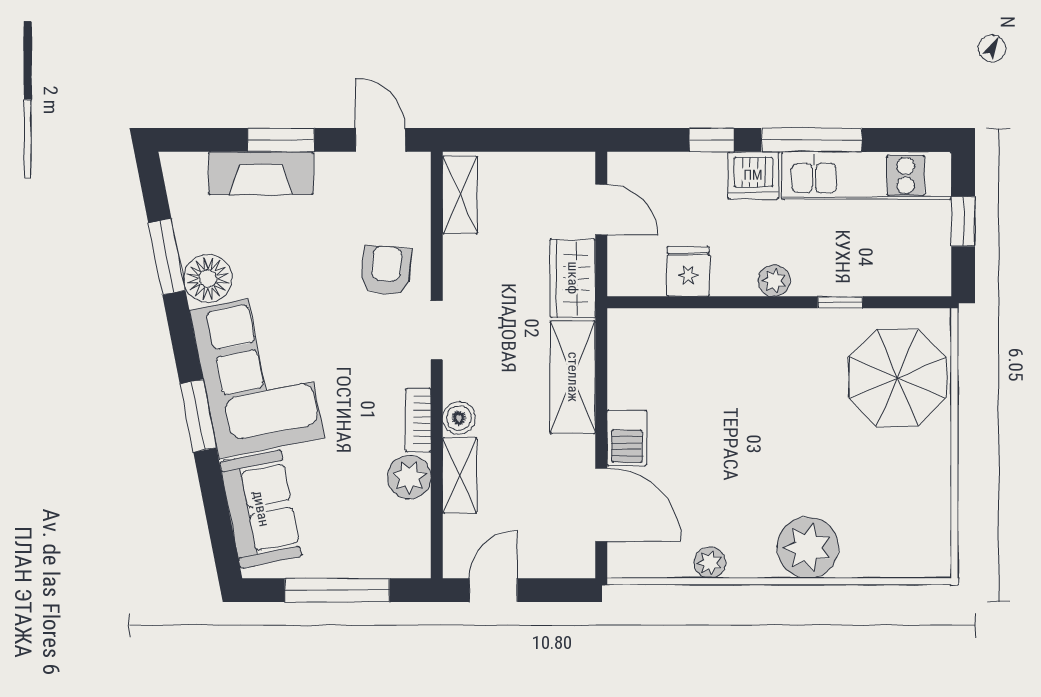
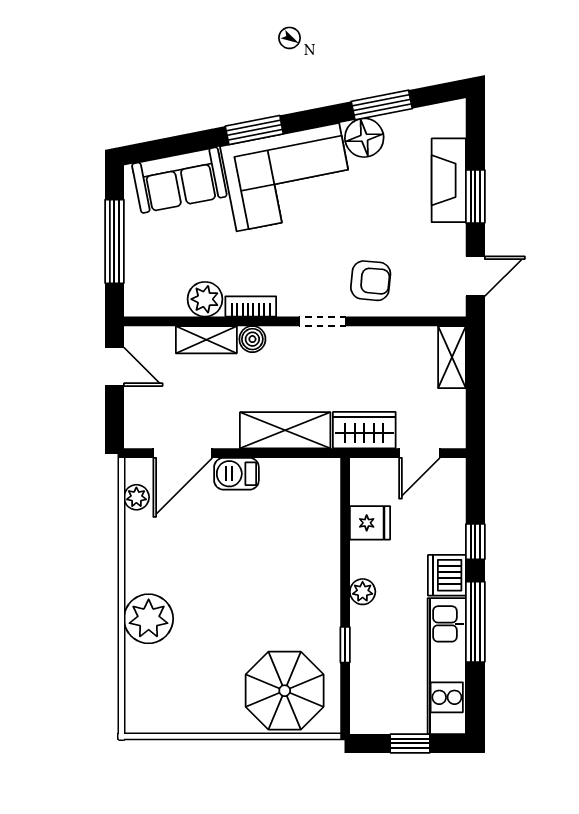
shelving: (460, 195) -> (452, 357), moved, turned 90
plant: (710, 563) -> (136, 497), moved

